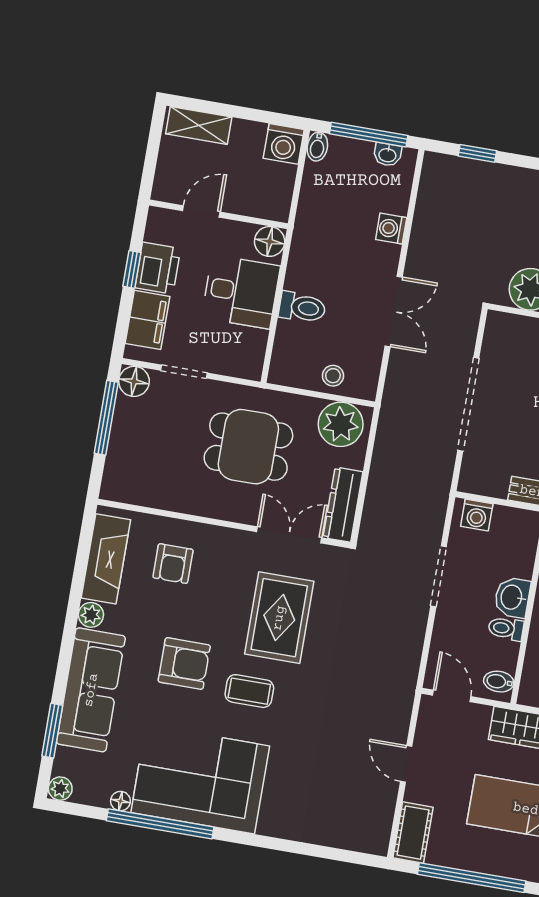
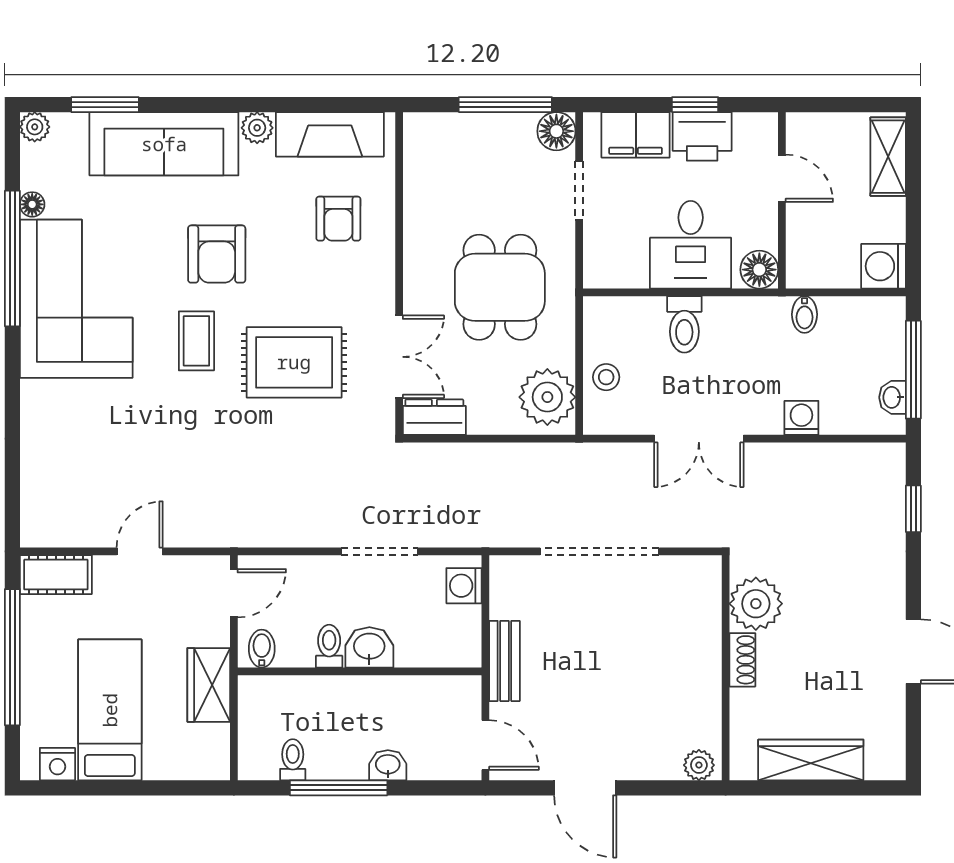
bidet: (317, 147) -> (805, 314), moved, turned -90
dresser: (343, 505) -> (434, 417), width x0.70
armchair: (173, 564) -> (338, 219), turned -90

